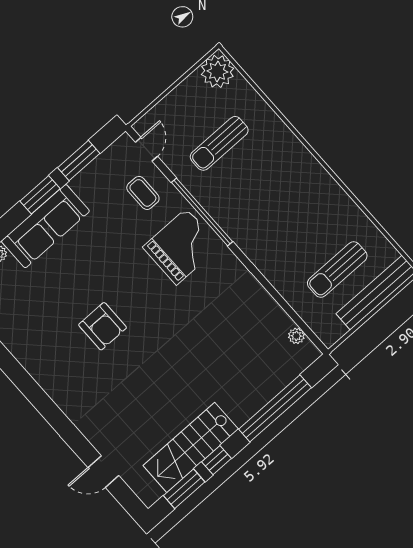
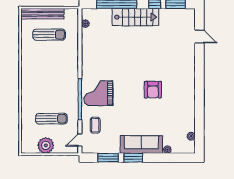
plant: (217, 71) -> (46, 145), moved
armchair: (103, 326) -> (153, 90), turned 180
stairs: (191, 447) -> (135, 17), moved

